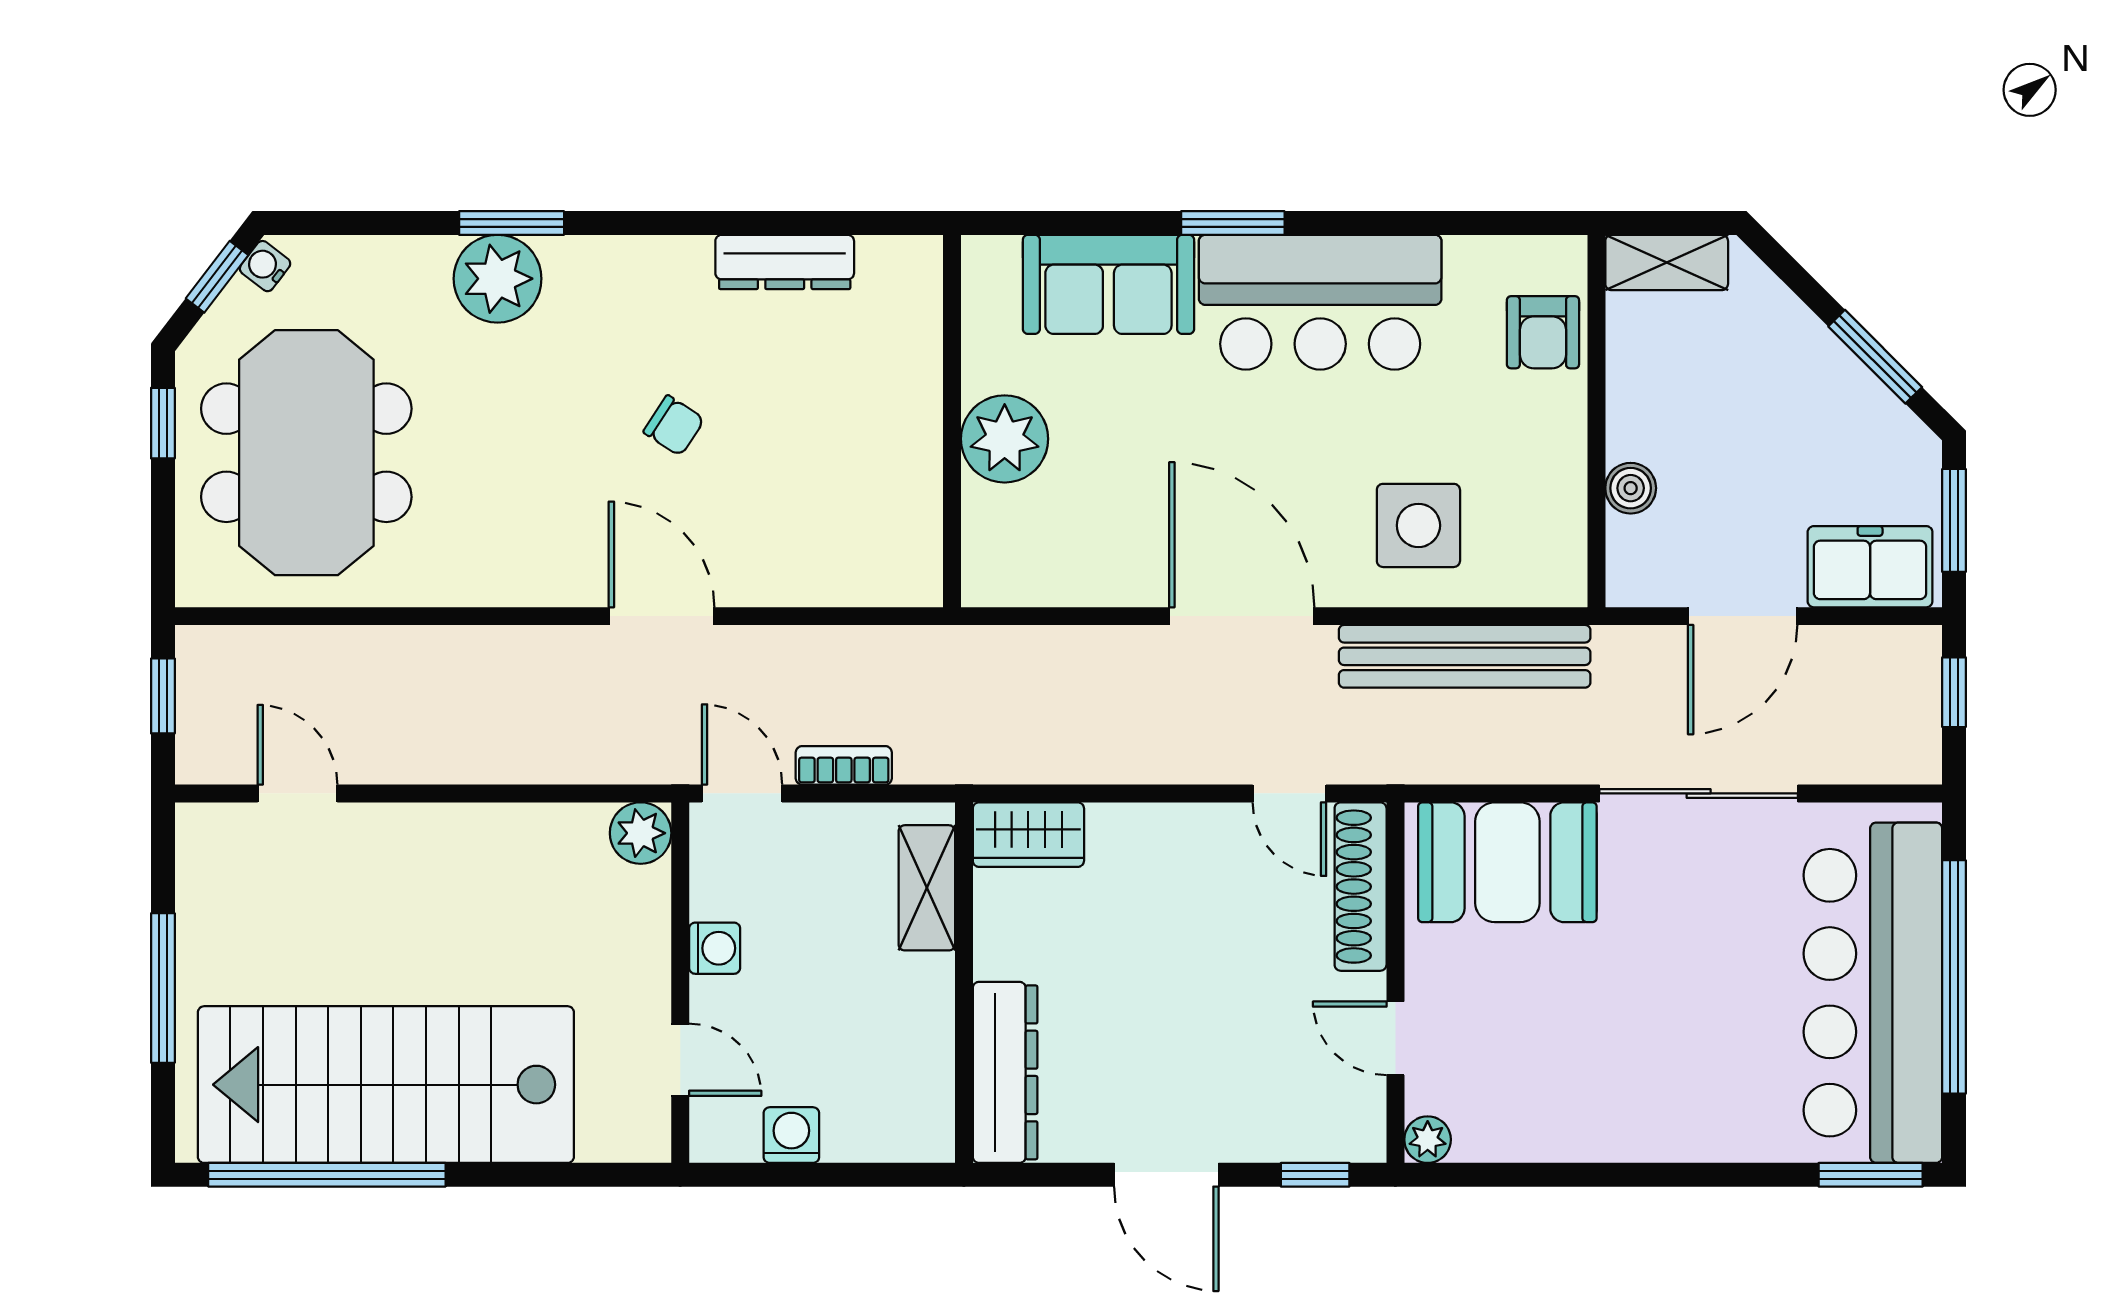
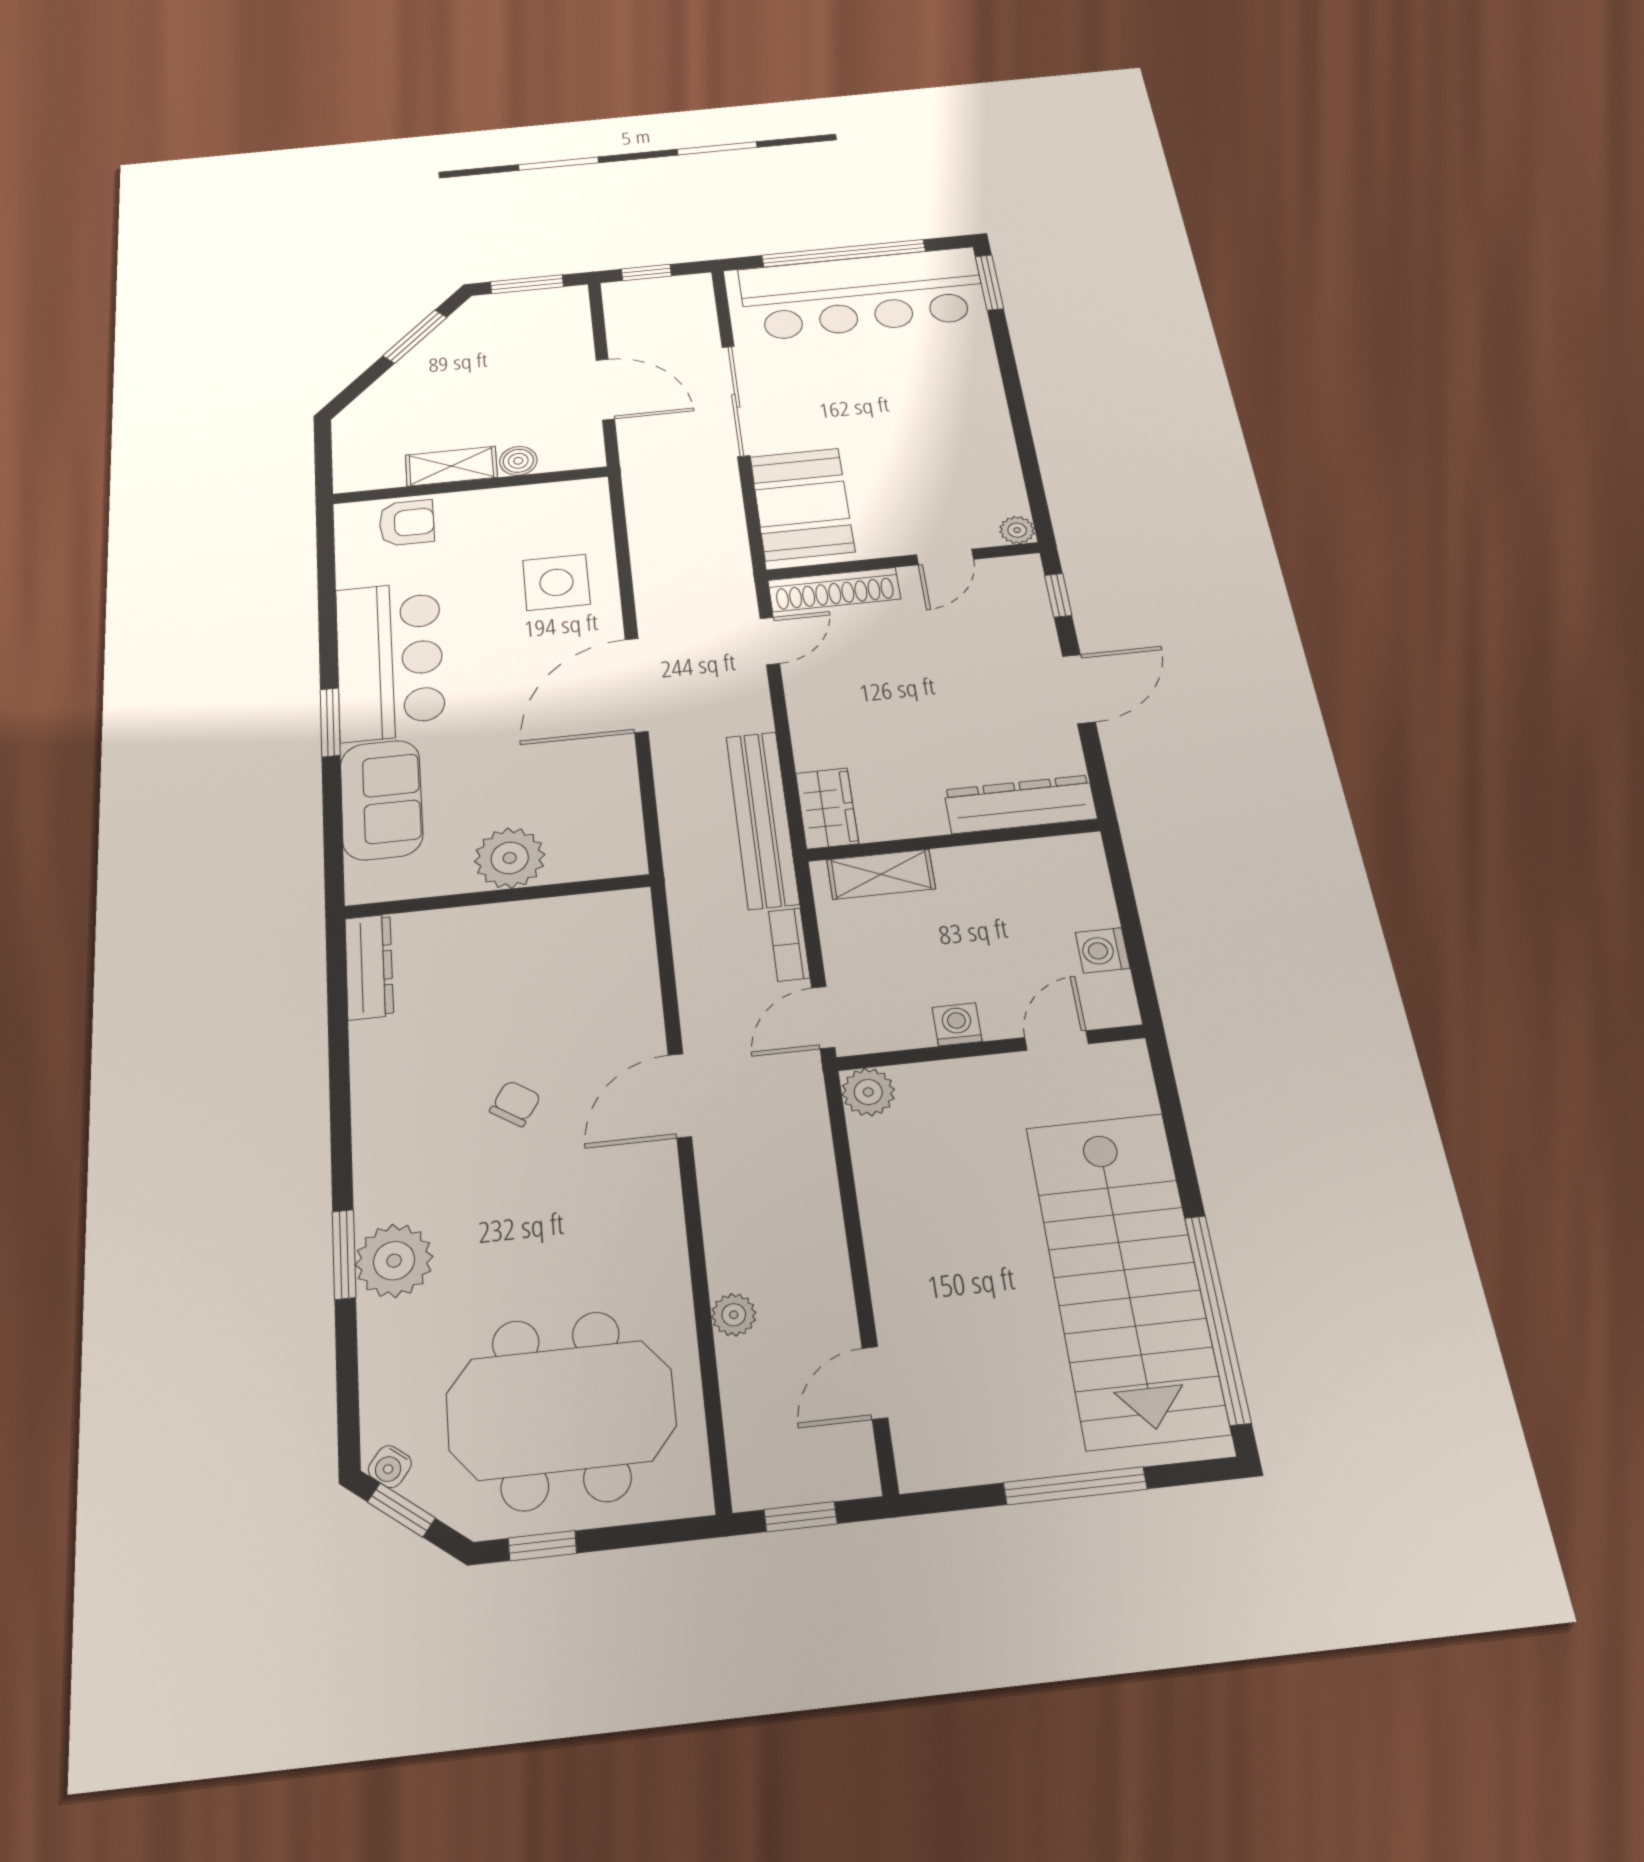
dresser: (785, 262) -> (369, 967), moved
shelving: (1667, 262) -> (451, 466), moved, turned 90
freezer: (1870, 567) -> (563, 325), removed
plant: (391, 650) -> (734, 1315), added
bench: (1465, 656) -> (762, 819), moved

